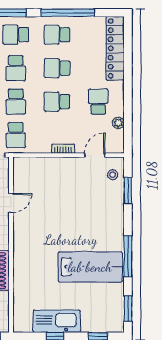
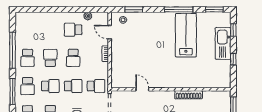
locker: (115, 48) -> (37, 18), removed
school desk: (57, 68) -> (50, 58), turned 180
kitchen sink: (57, 321) -> (223, 43), moved

